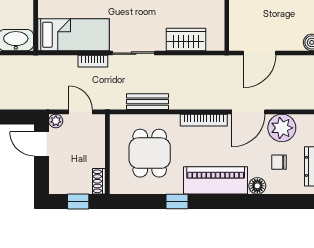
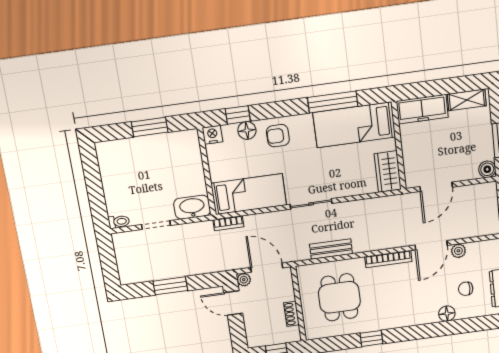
wardrobe: (186, 39) -> (388, 172), moved, turned -90
bookcase: (93, 61) -> (228, 223), moved
door: (81, 112) -> (267, 268), width x1.38
plant: (282, 128) -> (458, 251), width x0.53, depth x0.53
piano: (216, 180) -> (406, 314), removed
shoe rack: (99, 181) -> (291, 314), moved

